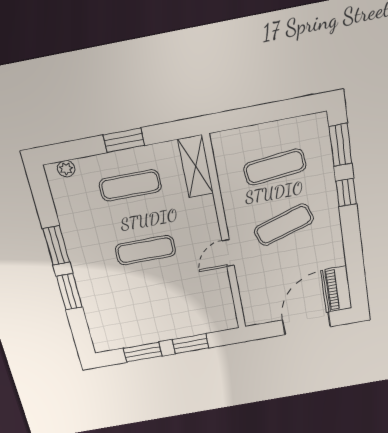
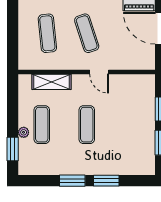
window: (124, 140) -> (13, 149), moved
shelving: (196, 166) -> (51, 82), moved
plant: (66, 169) -> (24, 132), moved

